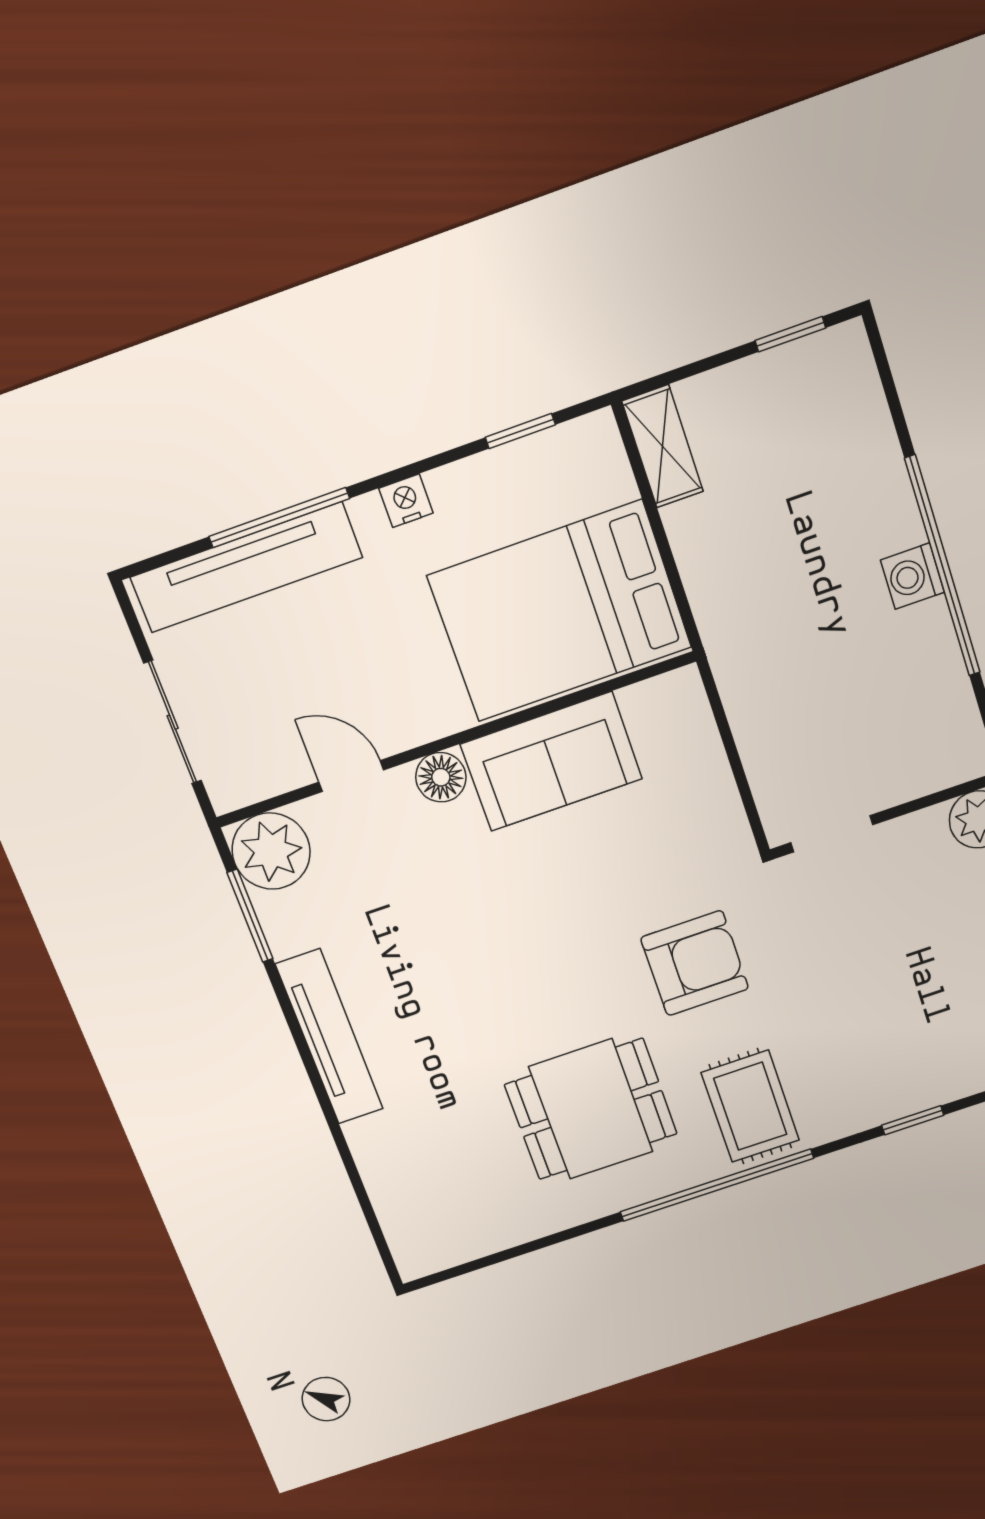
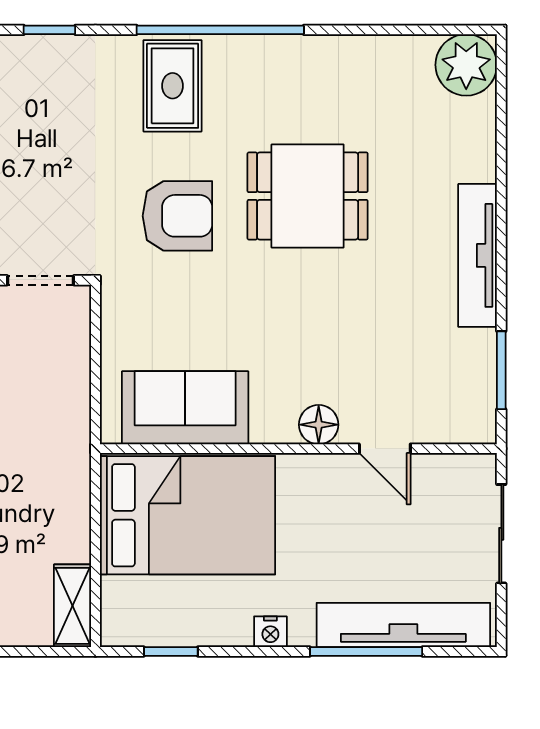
sofa: (551, 762) -> (185, 408), moved
plant: (271, 851) -> (466, 65), moved
armchair: (695, 963) -> (177, 216), turned 180
dining table: (591, 1109) -> (308, 196), moved

